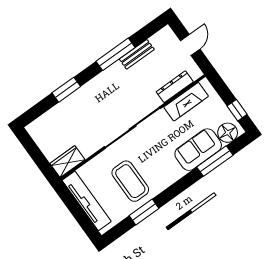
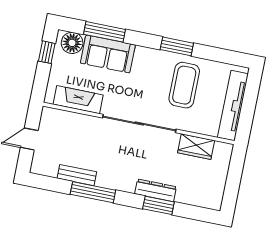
dresser: (175, 87) -> (156, 190), moved, turned 180
wardrobe: (67, 162) -> (196, 147), moved
window: (144, 212) -> (177, 46), moved

